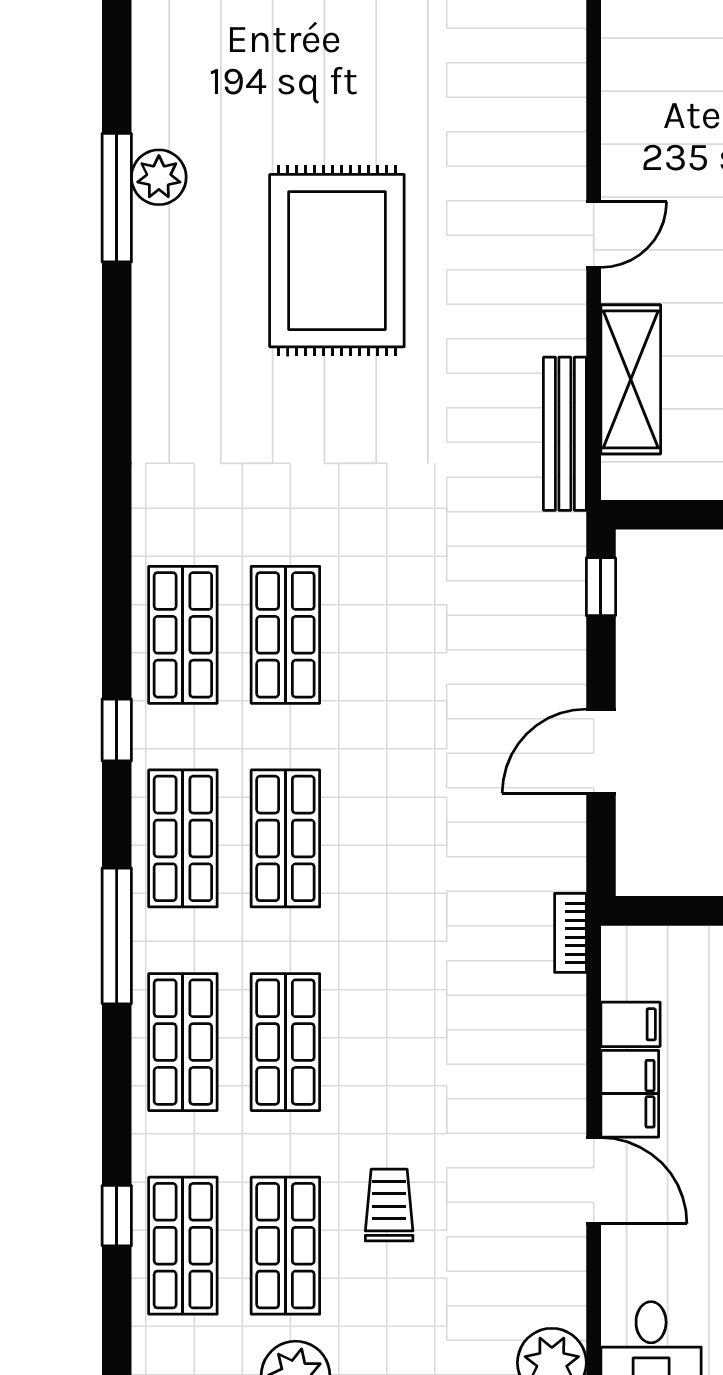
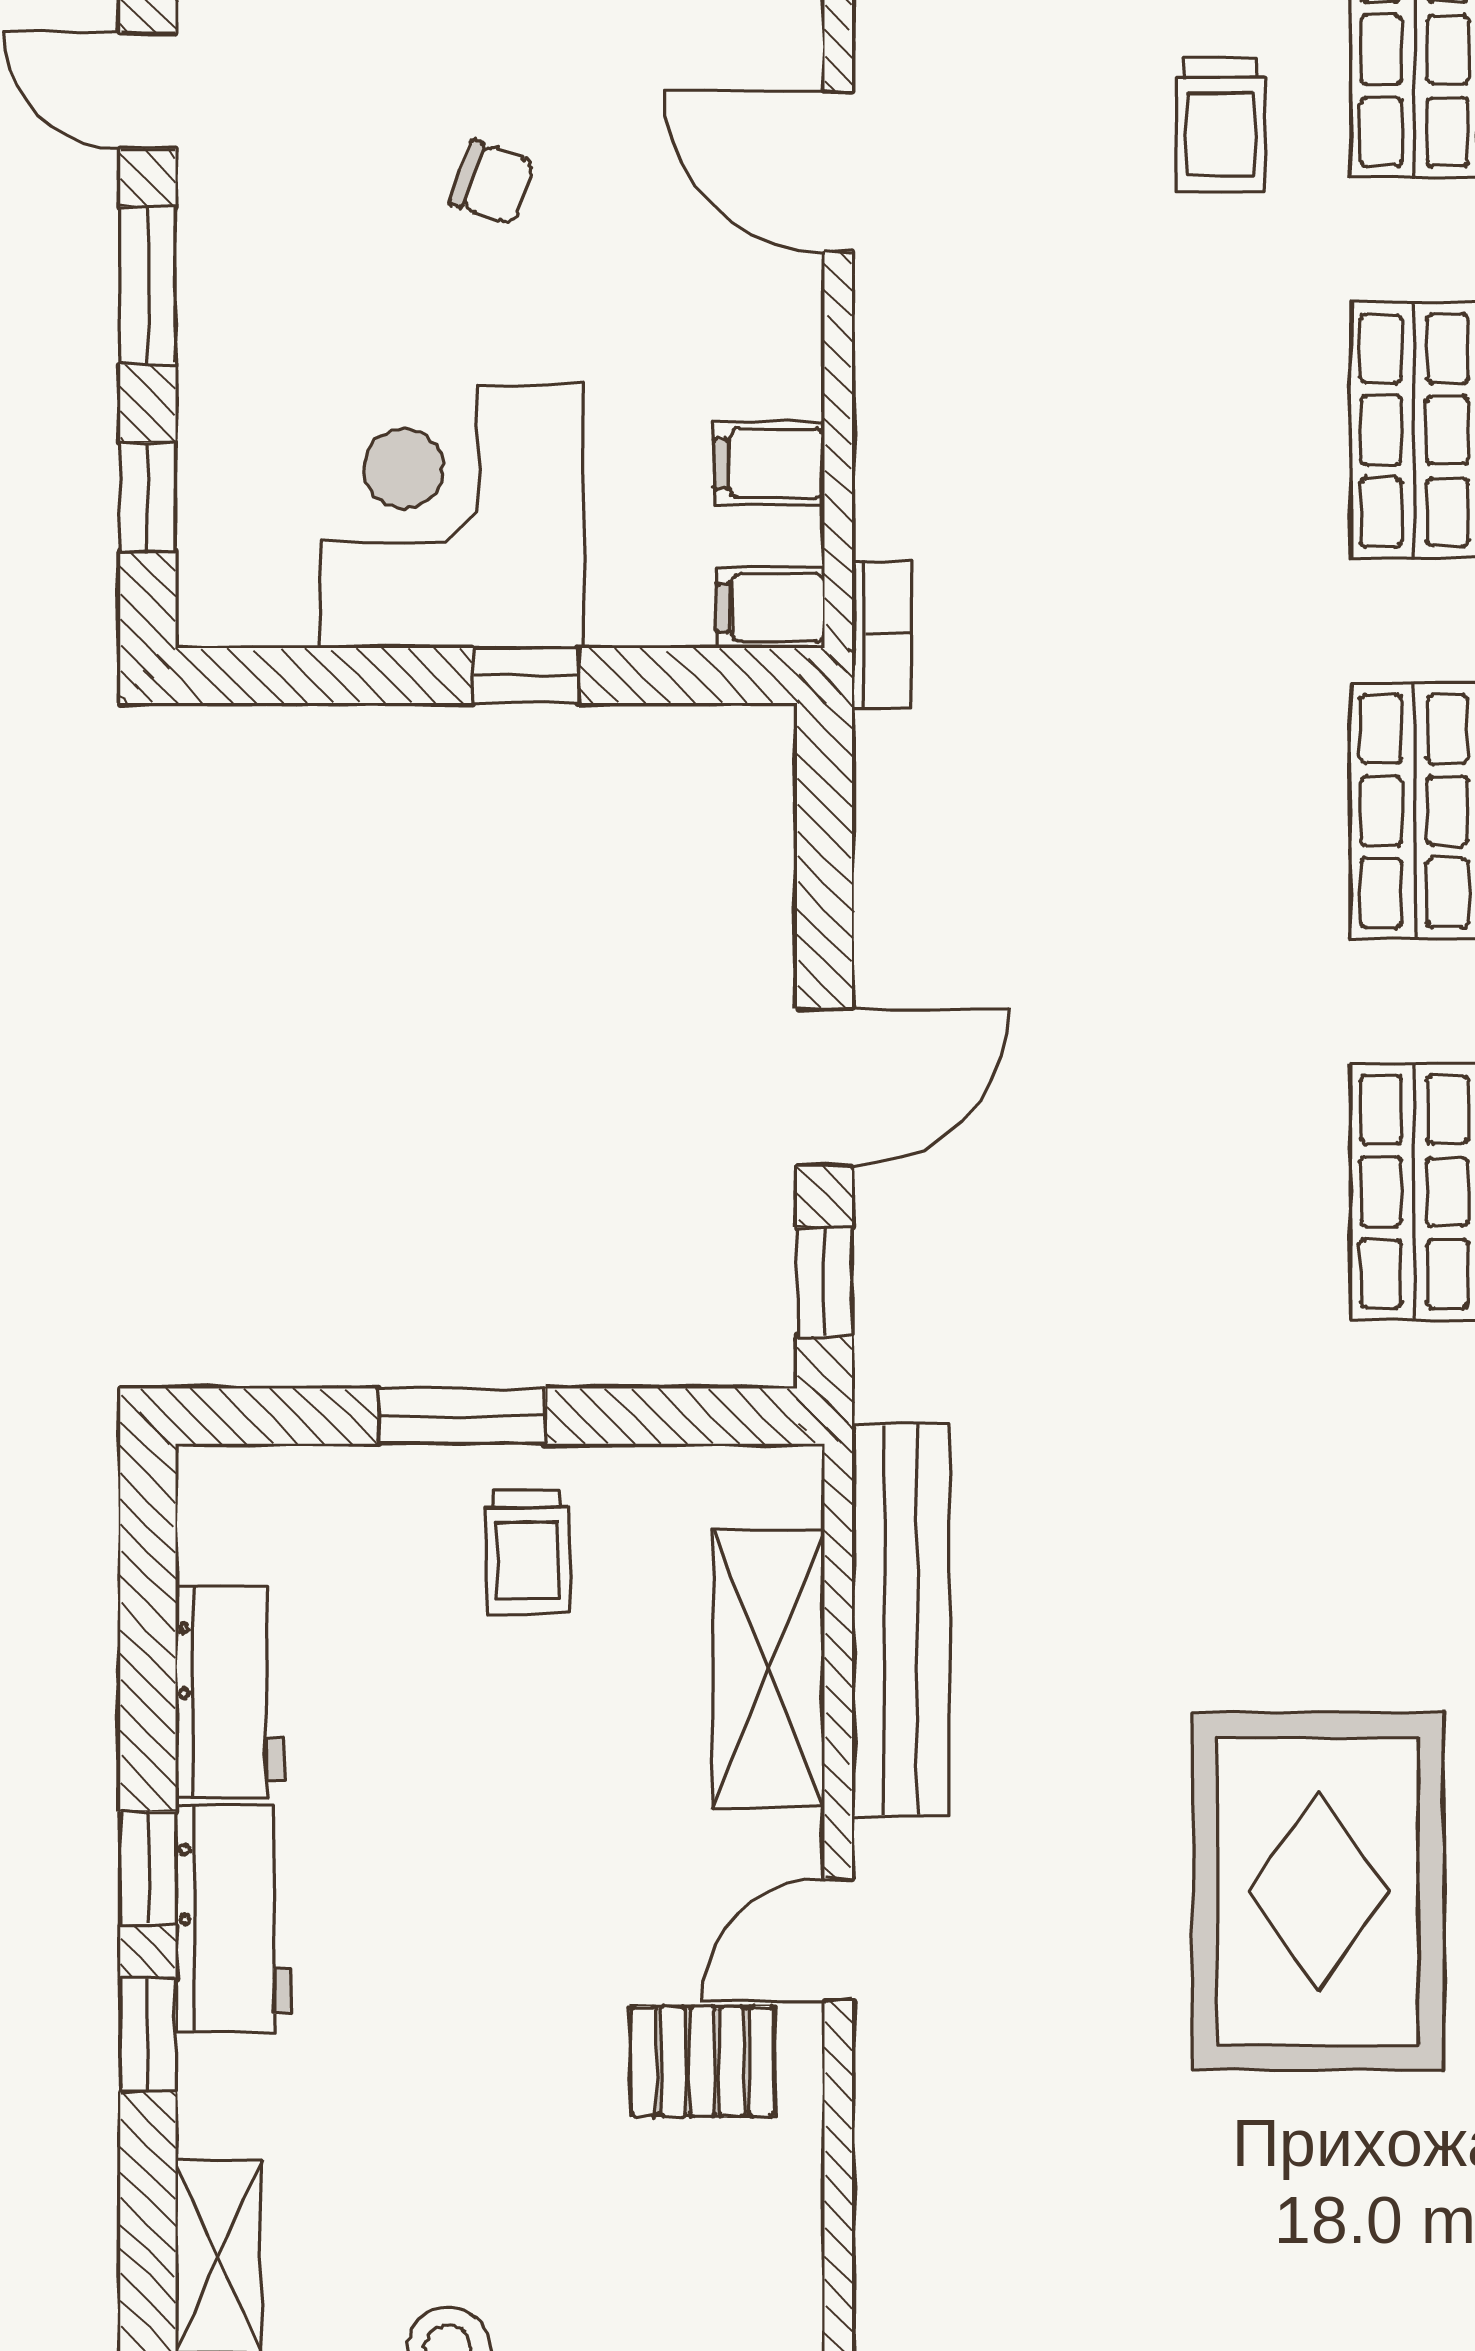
pallet: (666, 170) -> (703, 2061), added
bench: (565, 434) -> (901, 1620), width x1.37, depth x1.21
door: (601, 751) -> (825, 1087), moved
filing cabinet: (630, 1094) -> (771, 608), moved, width x0.50

